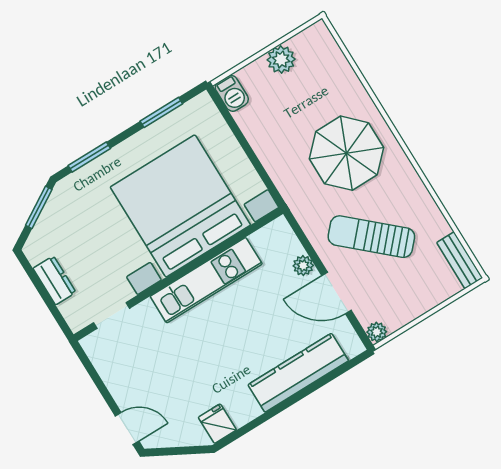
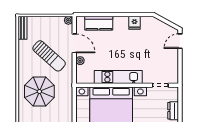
kitchen counter: (298, 373) -> (99, 23), width x0.67
fridge: (217, 424) -> (135, 23), moved
door: (127, 428) -> (180, 41), hinge flipped

